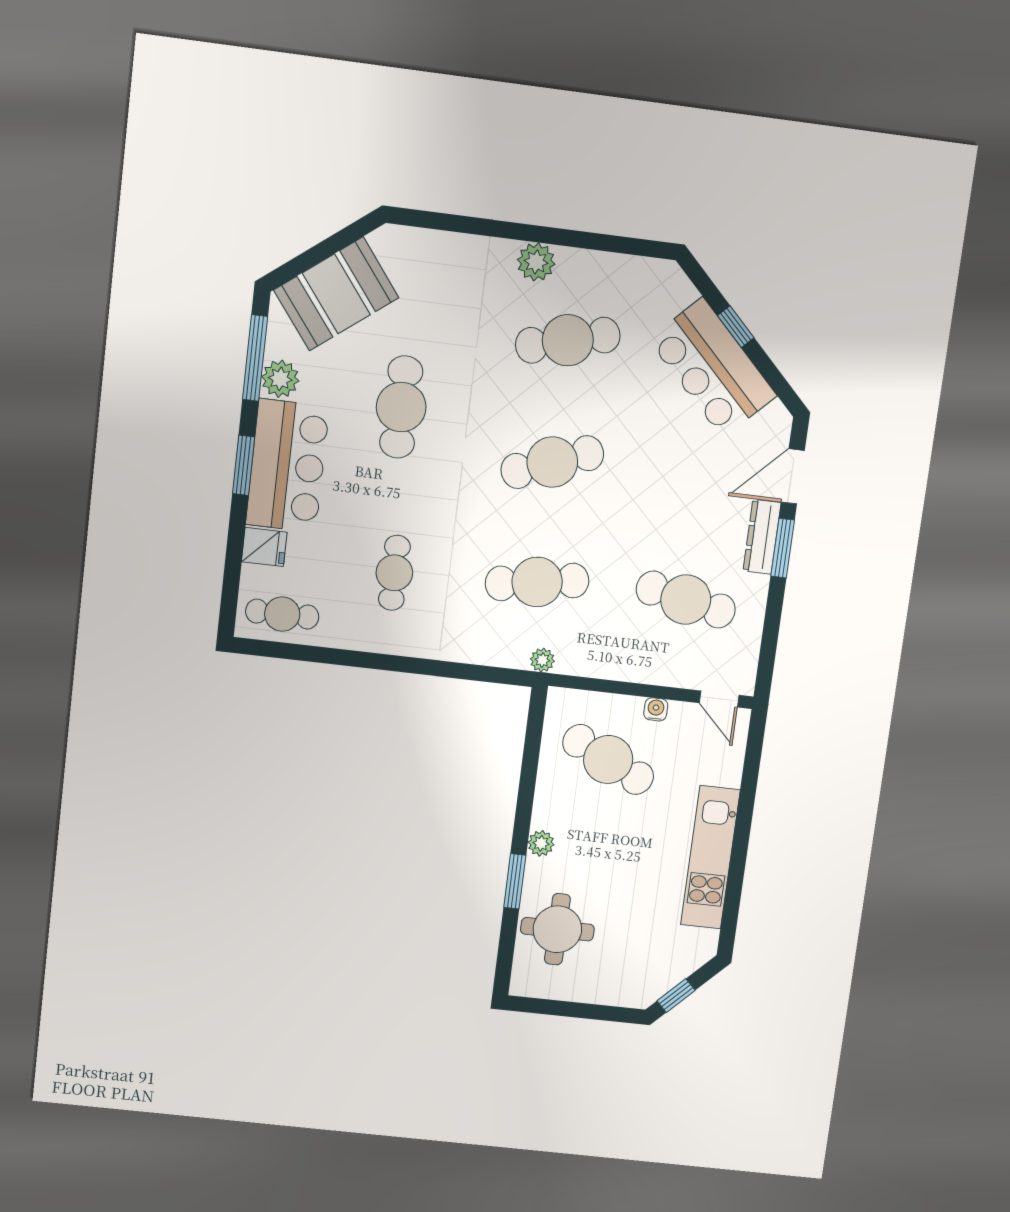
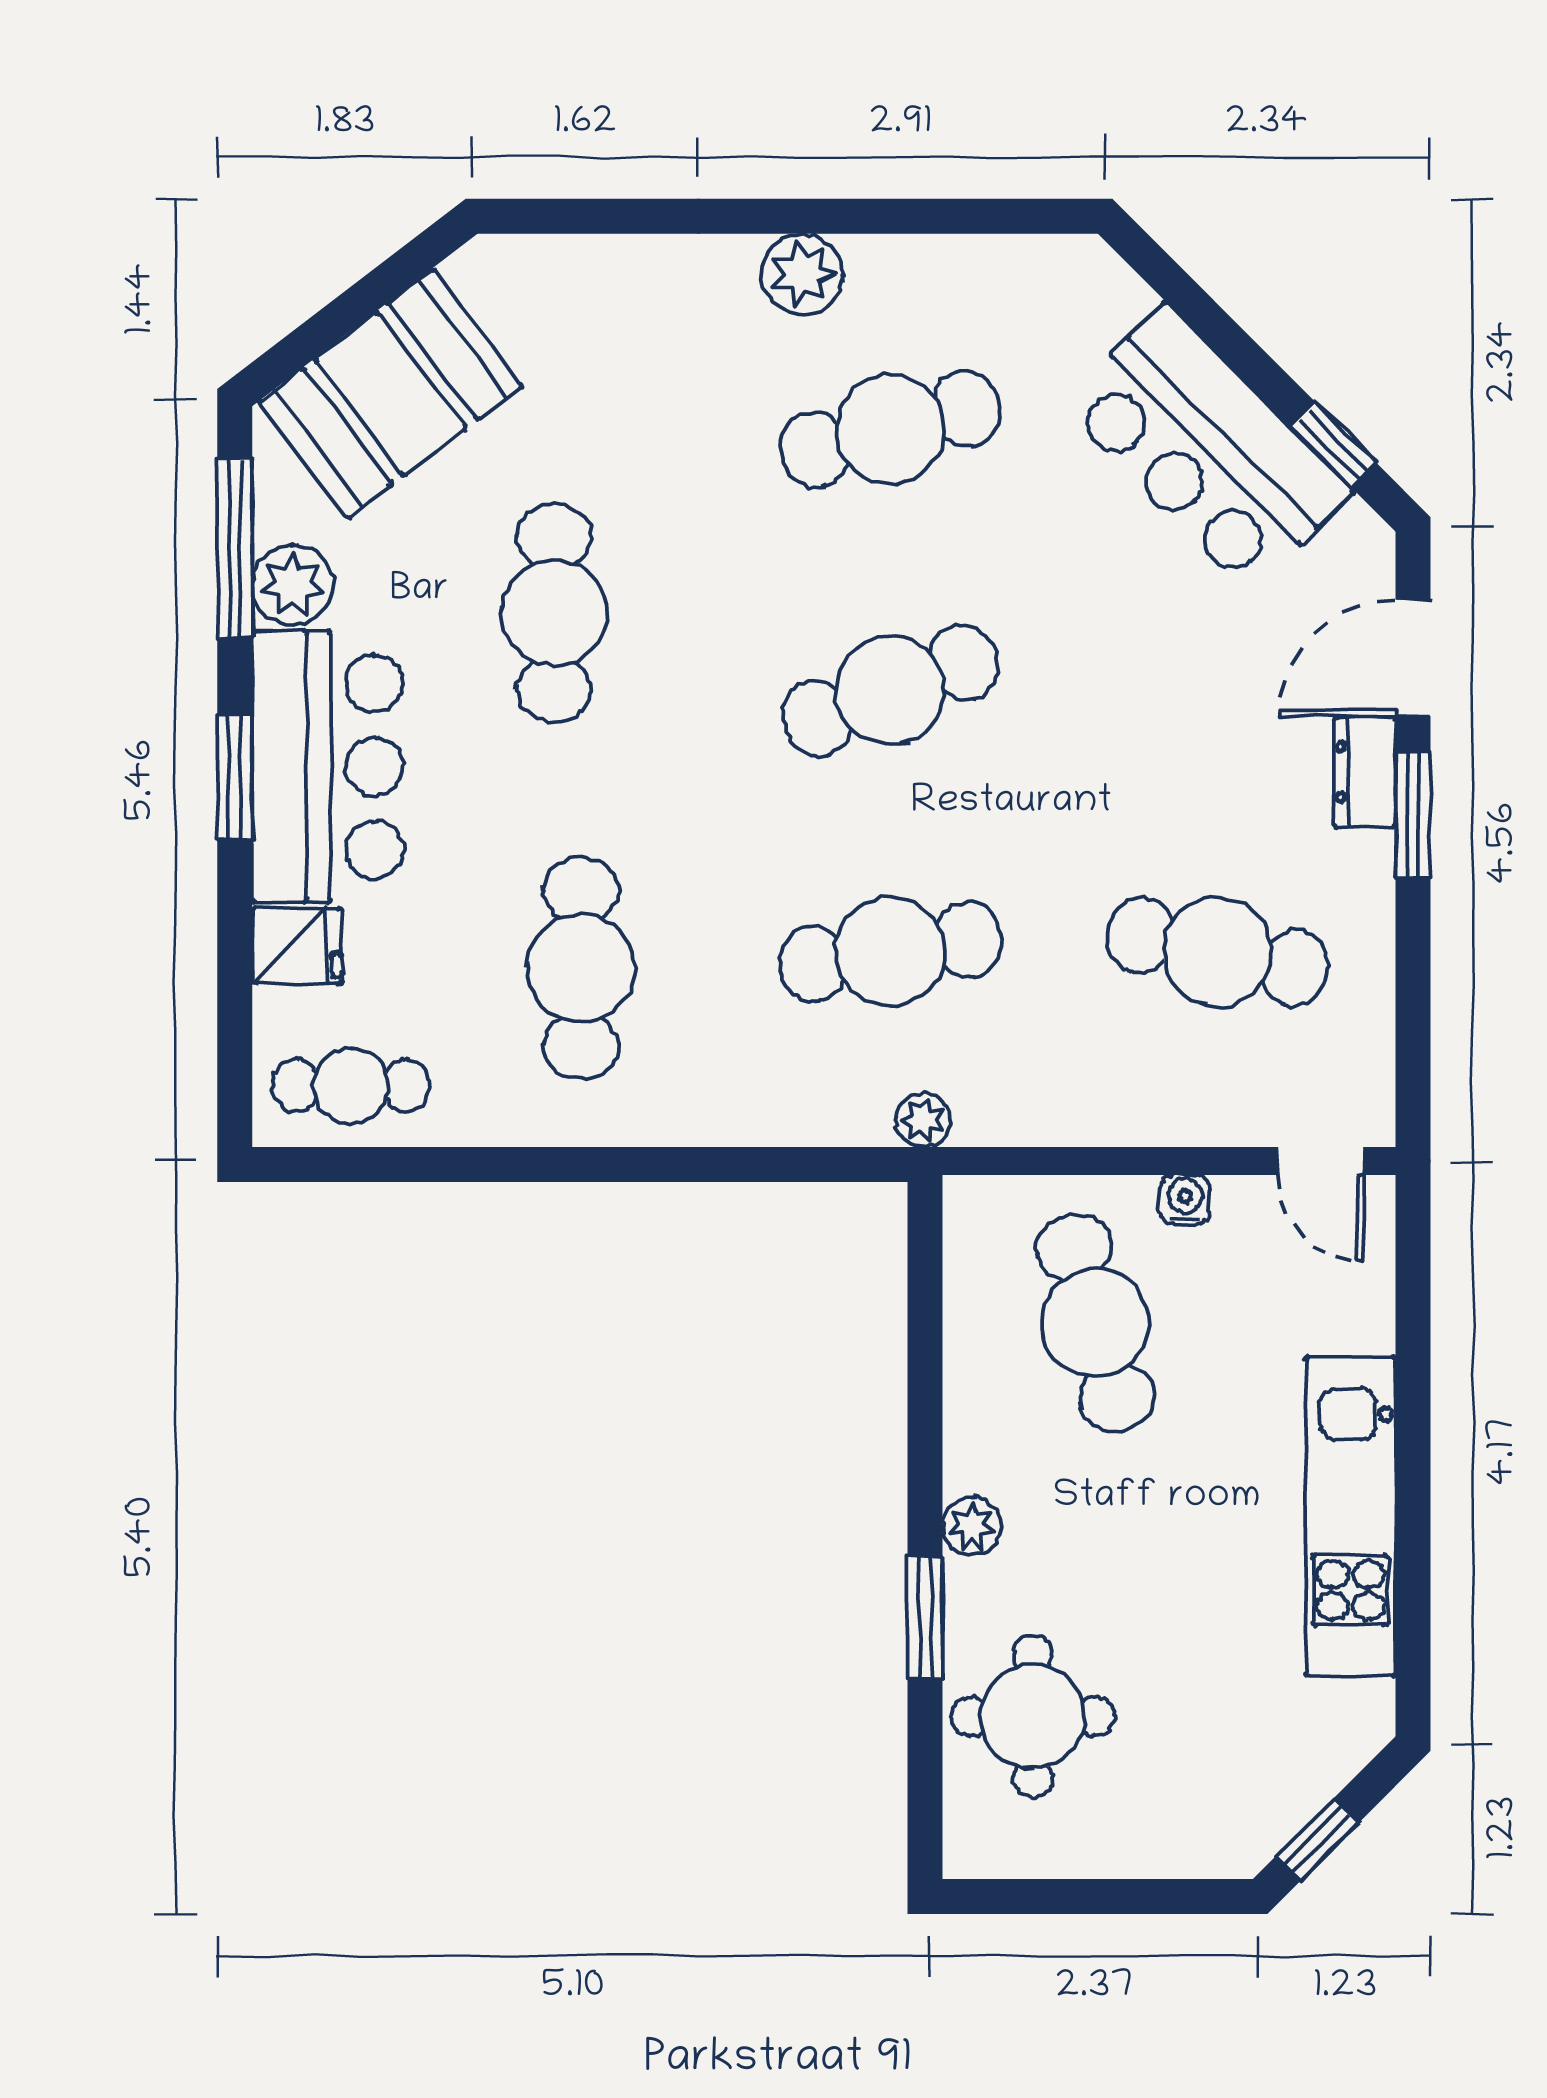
window: (736, 327) -> (1334, 445), moved
dresser: (762, 537) -> (1365, 772), width x0.70
cafe table: (394, 573) -> (581, 968), width x1.37, depth x1.35
cafe table: (608, 759) -> (1095, 1323), turned 48

